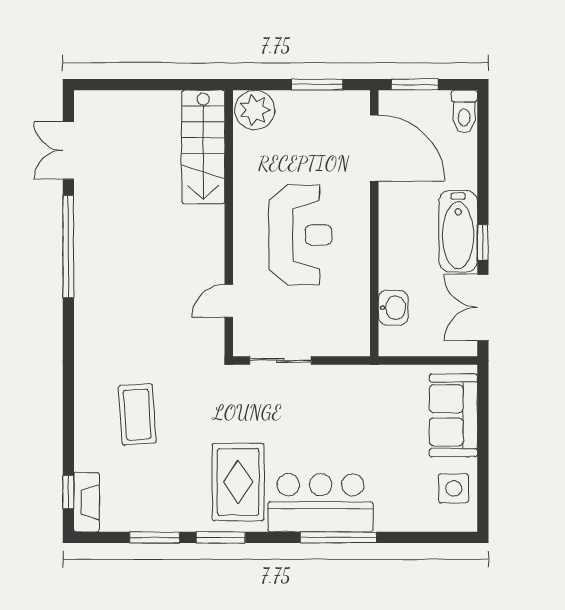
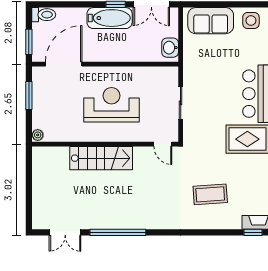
plant: (255, 110) -> (38, 135), width x0.53, depth x0.53
stairs: (203, 147) -> (101, 158), moved
door: (229, 301) -> (163, 144), moved
washbasin: (393, 308) -> (170, 48), moved, turned -90
sliding door: (280, 360) -> (181, 103), moved

